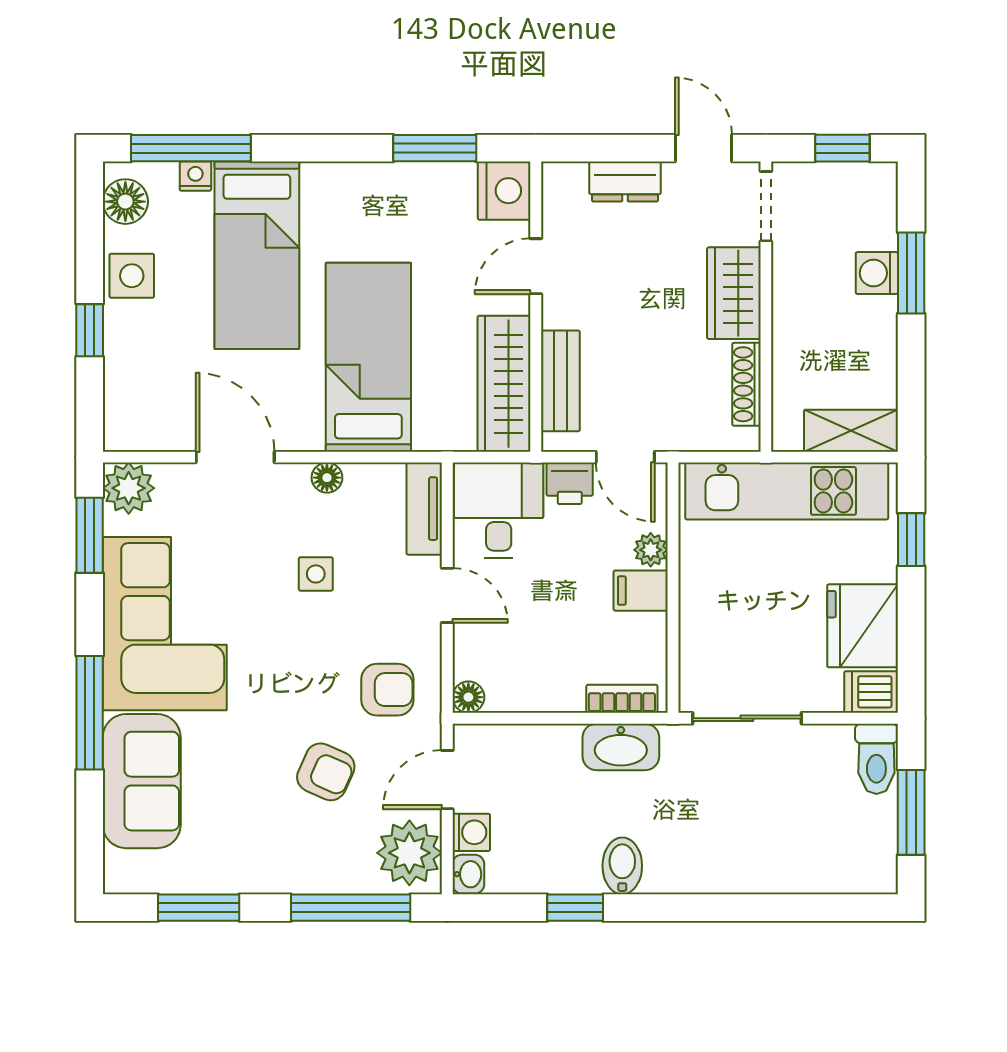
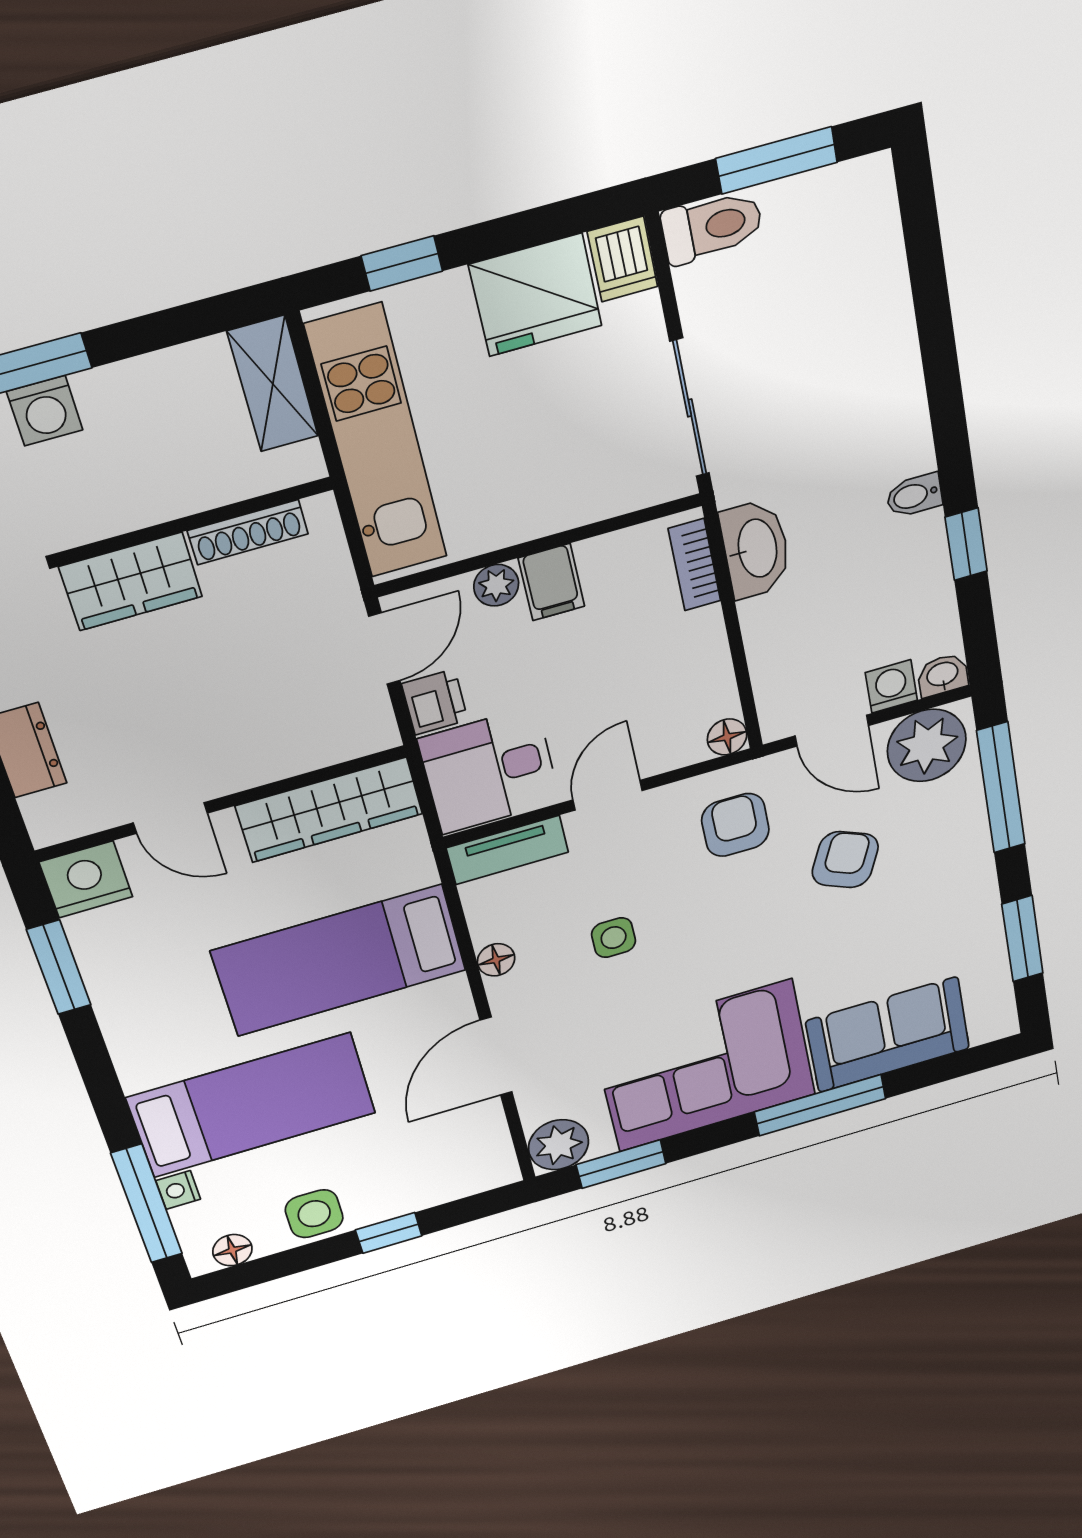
floor lamp: (125, 202) -> (232, 1250), width x0.73, depth x0.73
bench: (560, 381) -> (308, 749), removed
bidet: (622, 866) -> (914, 495), width x0.72, depth x0.74

